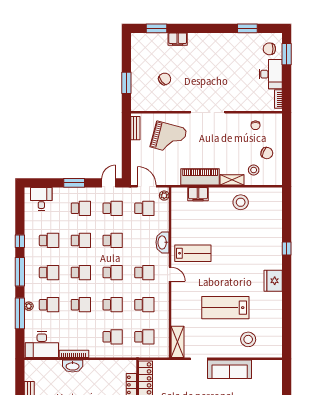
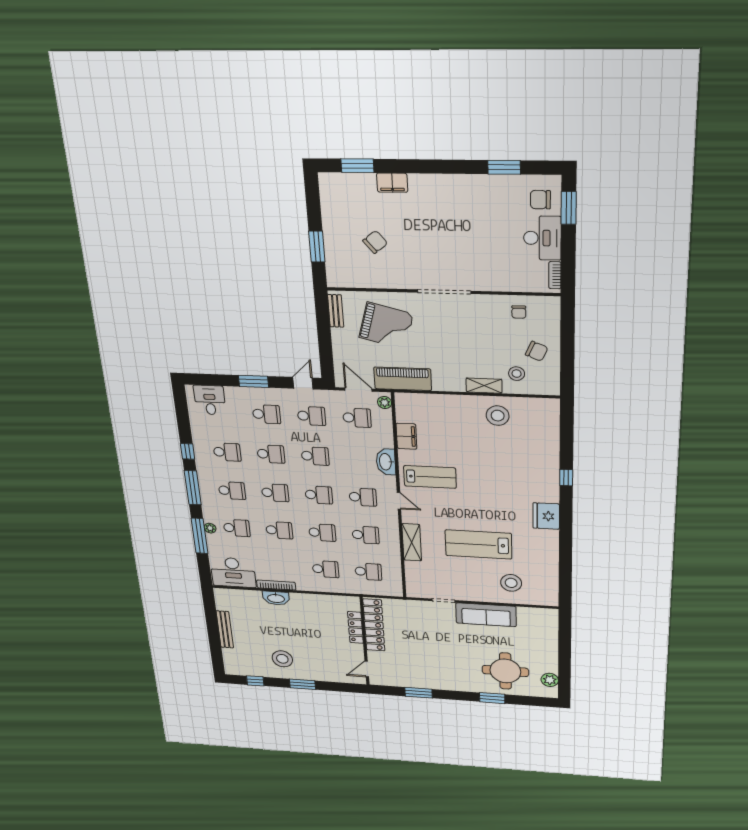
piano: (200, 177) -> (403, 379), moved
filing cabinet: (198, 194) -> (406, 436), moved, turned -90
shelving: (178, 342) -> (412, 542), moved

